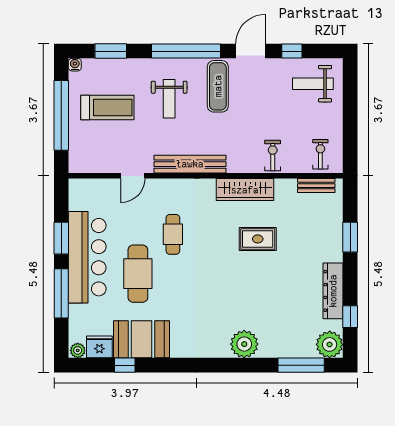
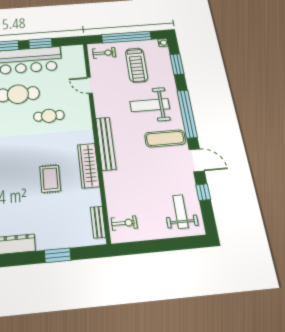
weight bench: (169, 99) -> (150, 105), width x1.36, depth x1.33
exercise bike: (273, 156) -> (104, 53), moved
bench: (190, 164) -> (106, 143), moved

